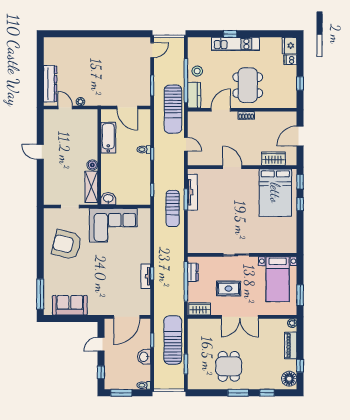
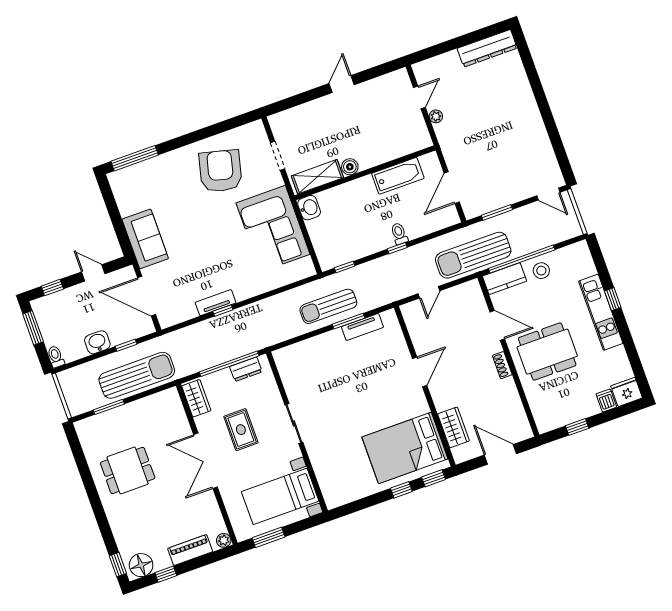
dresser: (50, 84) -> (487, 48), moved
tv unit: (192, 192) -> (362, 327), width x0.71
sofa: (70, 305) -> (145, 239), moved
window: (238, 393) -> (94, 498), removed
window: (267, 393) -> (118, 565), moved

